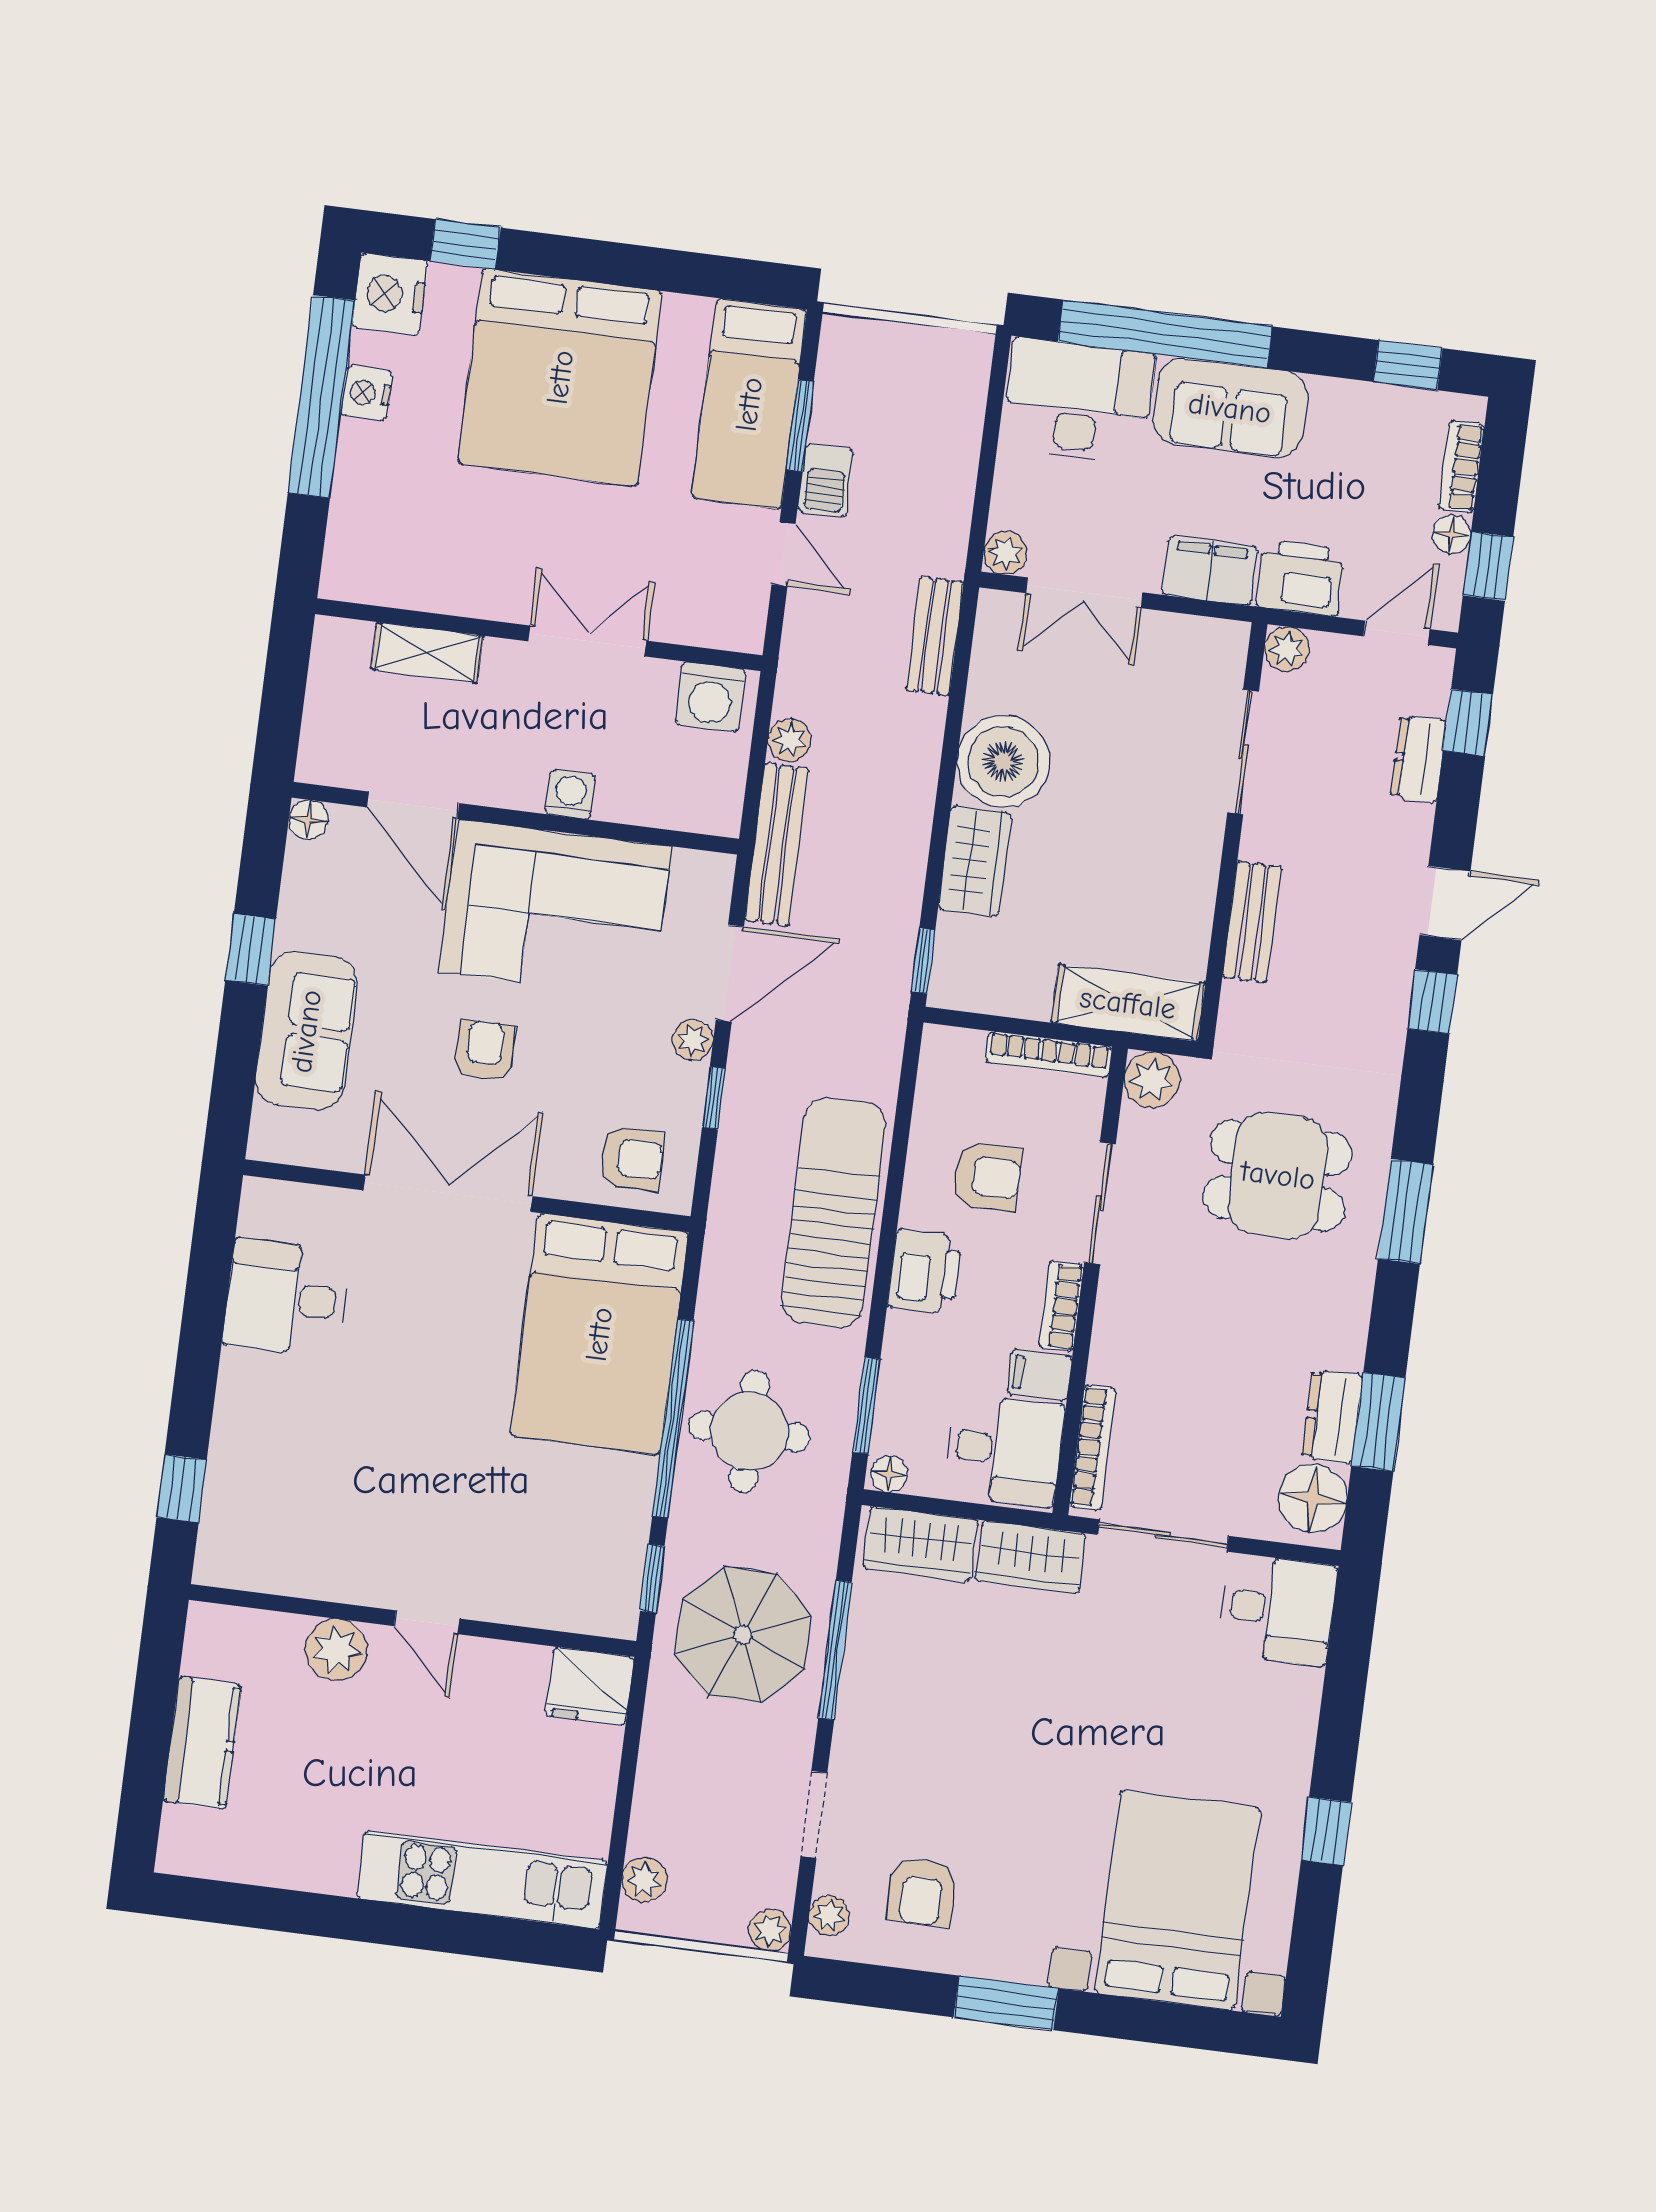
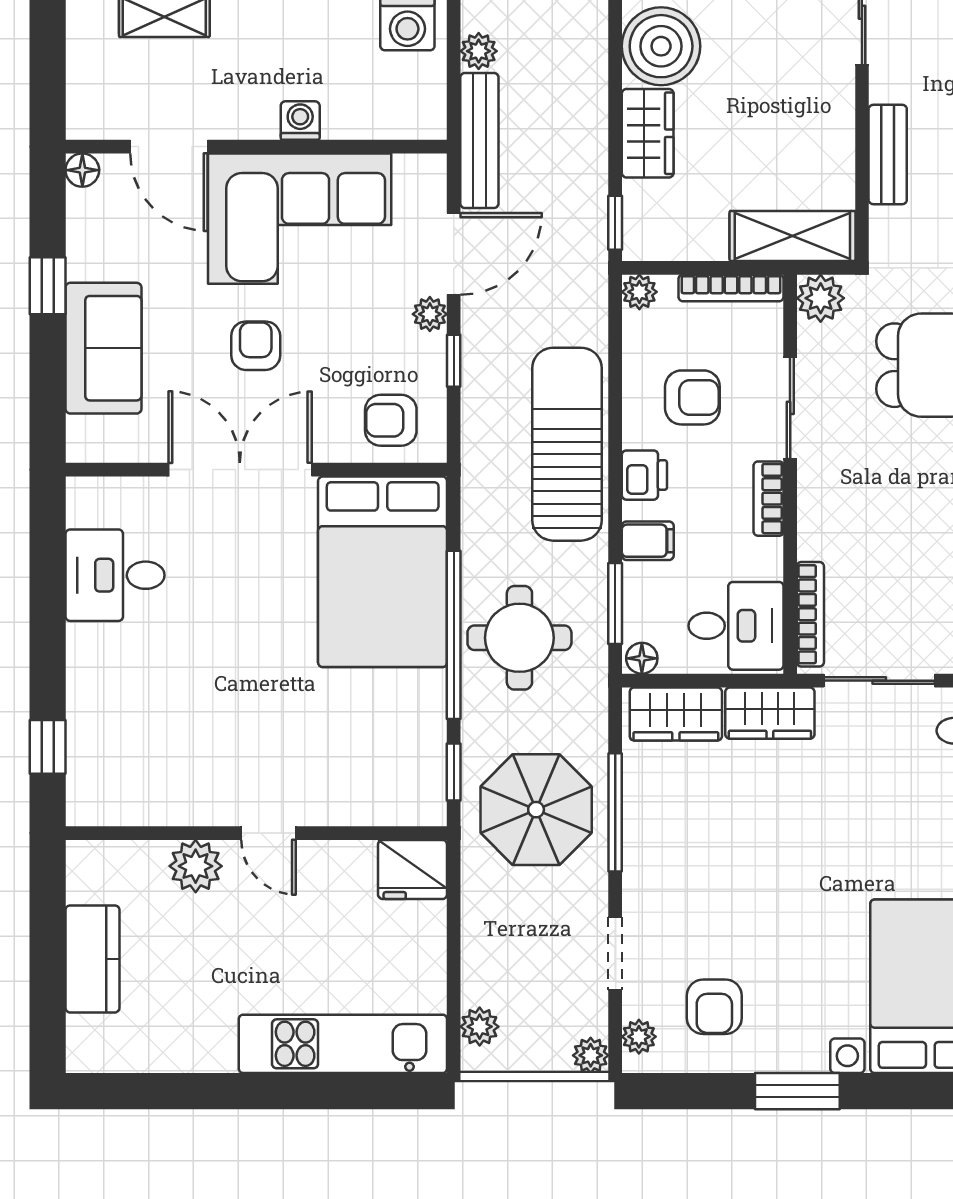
plant: (941, 1045) -> (639, 292), added
armchair: (632, 1158) -> (391, 420), turned 180
printer: (925, 1271) -> (644, 475), width x0.73, depth x0.81
filing cabinet: (1039, 1375) -> (648, 541), moved, turned 180

